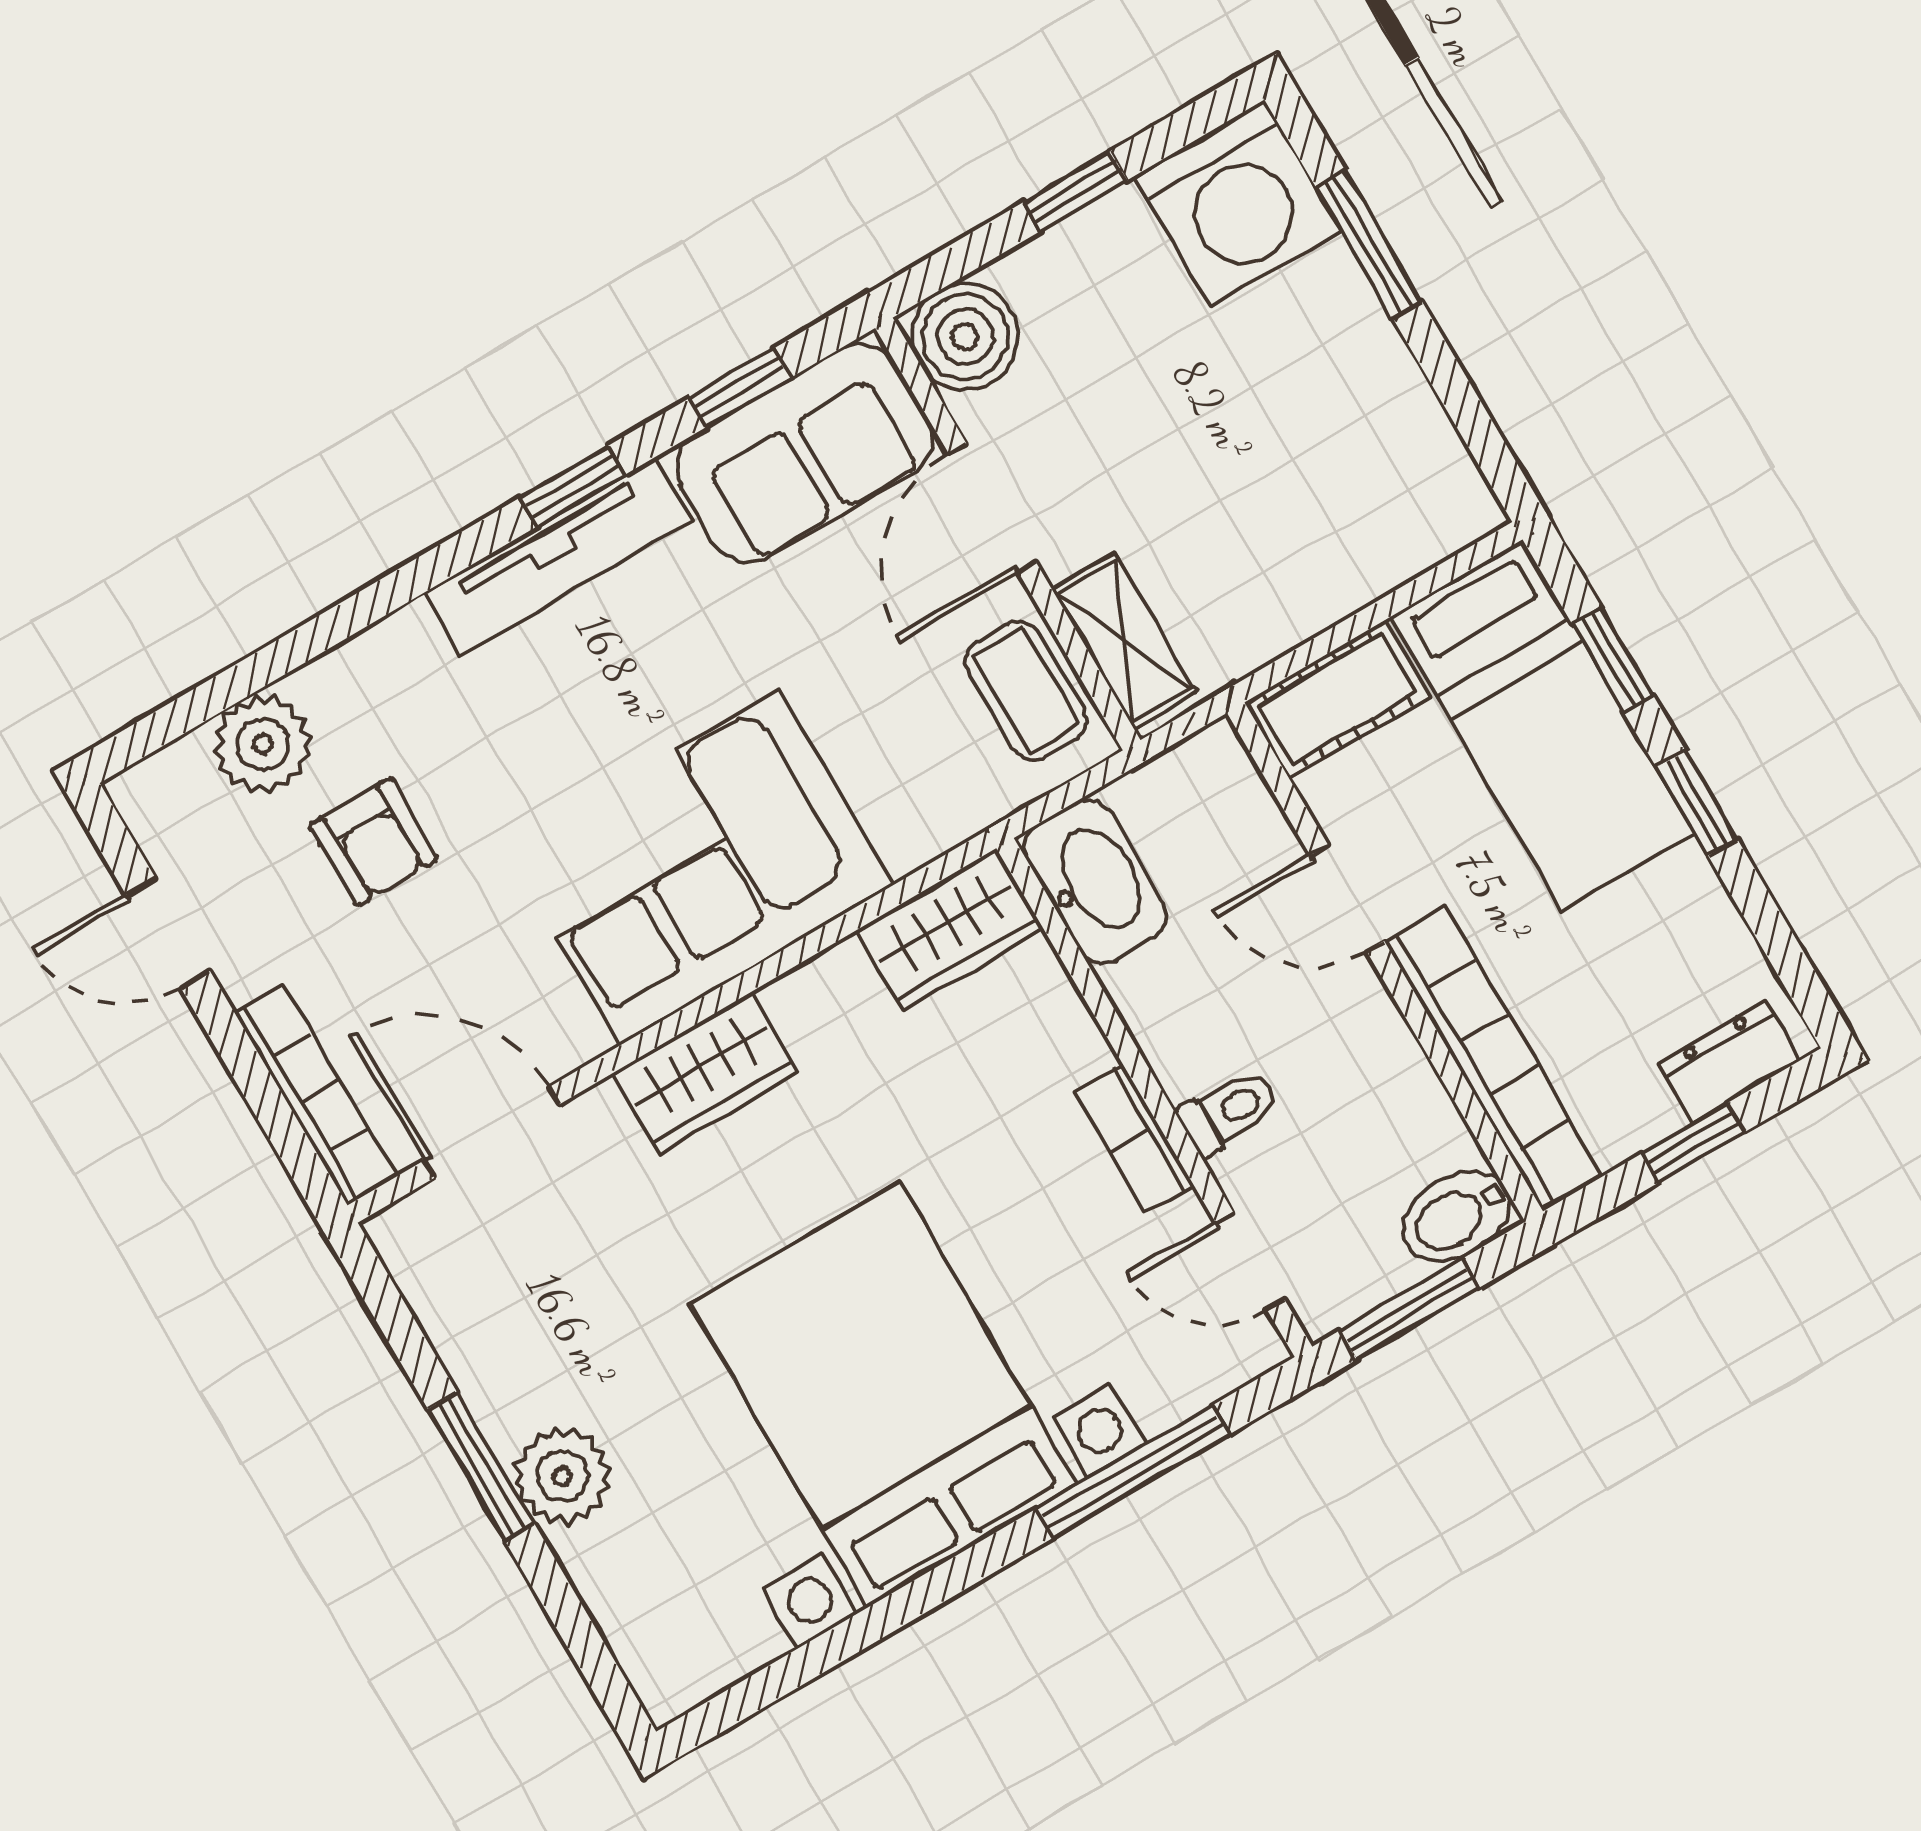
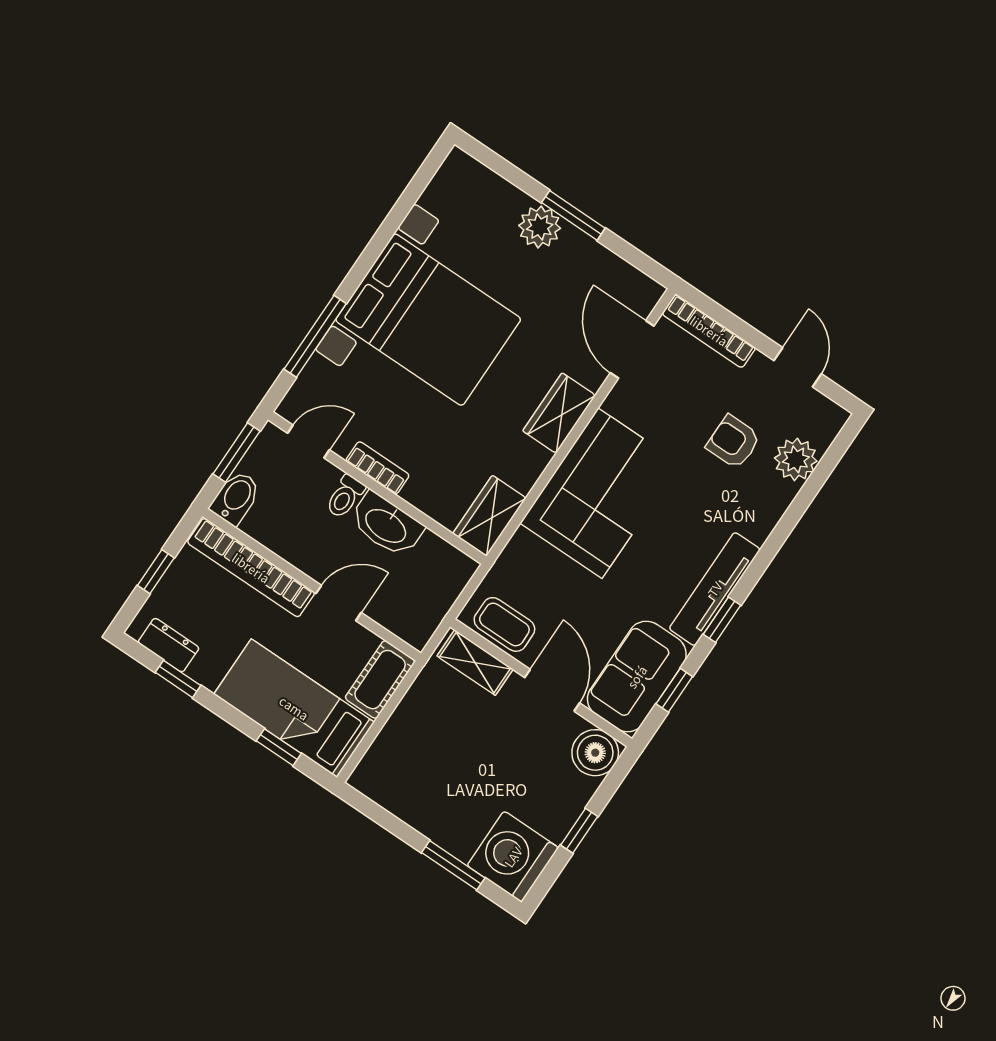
window: (1697, 803) -> (178, 679), moved
washbasin: (1095, 881) -> (386, 525), moved
door: (168, 933) -> (798, 367), hinge flipped
dresser: (1729, 1062) -> (169, 645), moved, turned -90
door: (492, 1132) -> (632, 349), swing flipped

